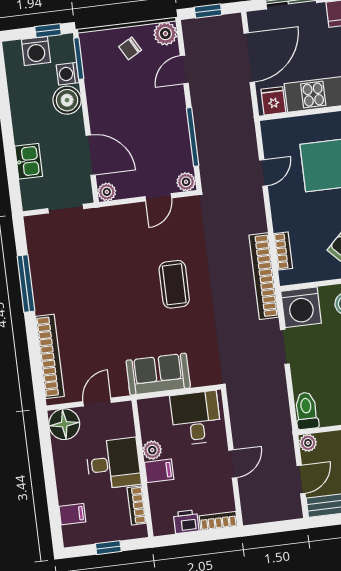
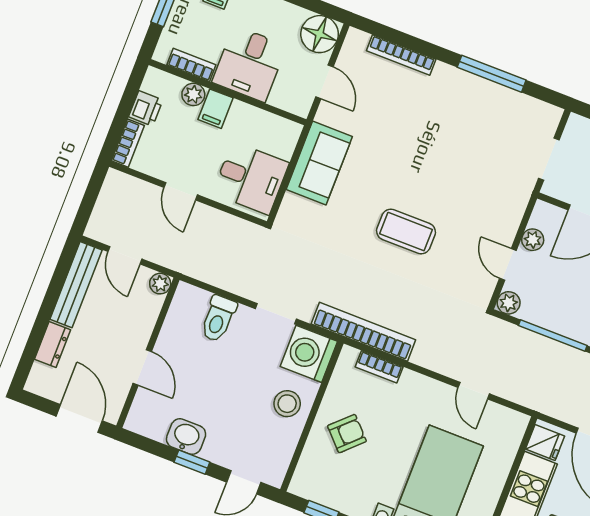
plant: (107, 192) -> (533, 240), moved
bookcase: (50, 356) -> (401, 55), width x0.68, depth x0.76
toilet: (306, 411) -> (218, 319), moved, turned 90
plant: (152, 450) -> (193, 94), moved

